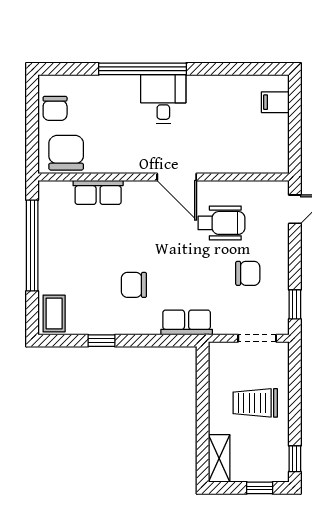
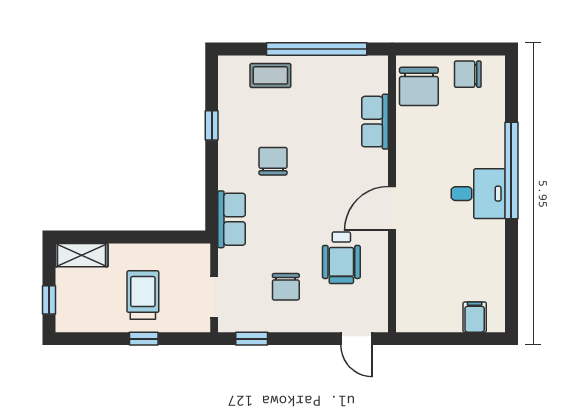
chair: (66, 153) -> (419, 86), turned 90
coffee table: (54, 314) -> (270, 75), moved
window: (295, 459) -> (144, 339), moved

